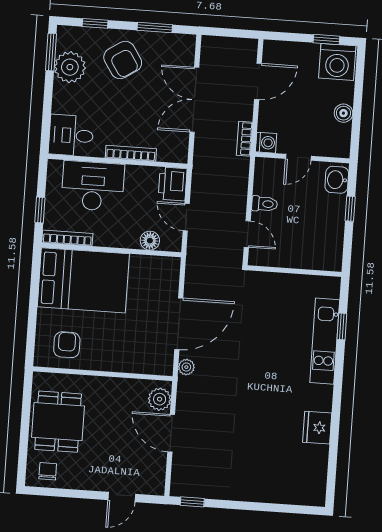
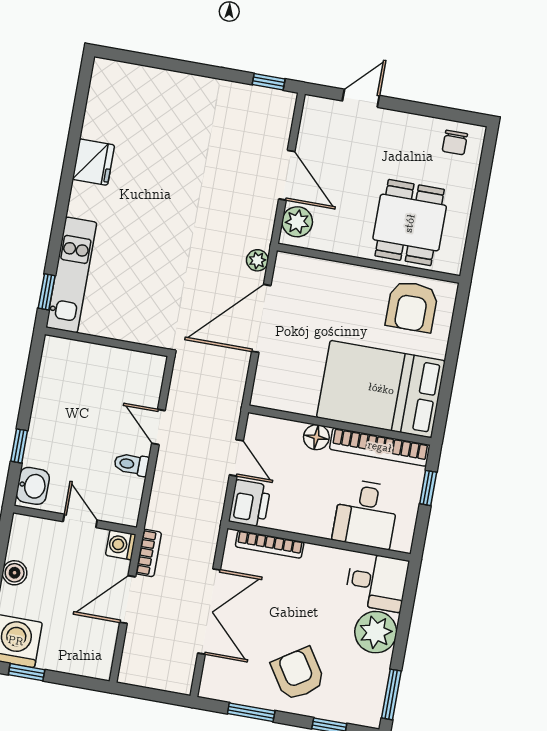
plant: (70, 67) -> (376, 632), moved
door: (258, 81) -> (128, 600), moved
bookcase: (131, 153) -> (270, 544), moved
door: (298, 157) -> (80, 521), hinge flipped
desk: (93, 186) -> (366, 514), width x0.73
bookcase: (67, 238) -> (380, 447), width x1.48, depth x1.31
floor lamp: (150, 241) -> (316, 437), moved
wall: (294, 271) -> (107, 342), moved
armchair: (67, 345) -> (412, 307), width x1.38, depth x1.38
dining table: (58, 422) -> (410, 223), moved

